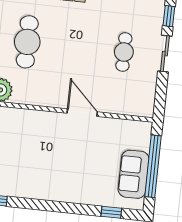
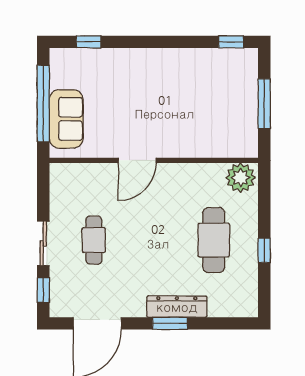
door: (82, 113) -> (137, 160), hinge flipped
sofa: (134, 174) -> (66, 119), moved

